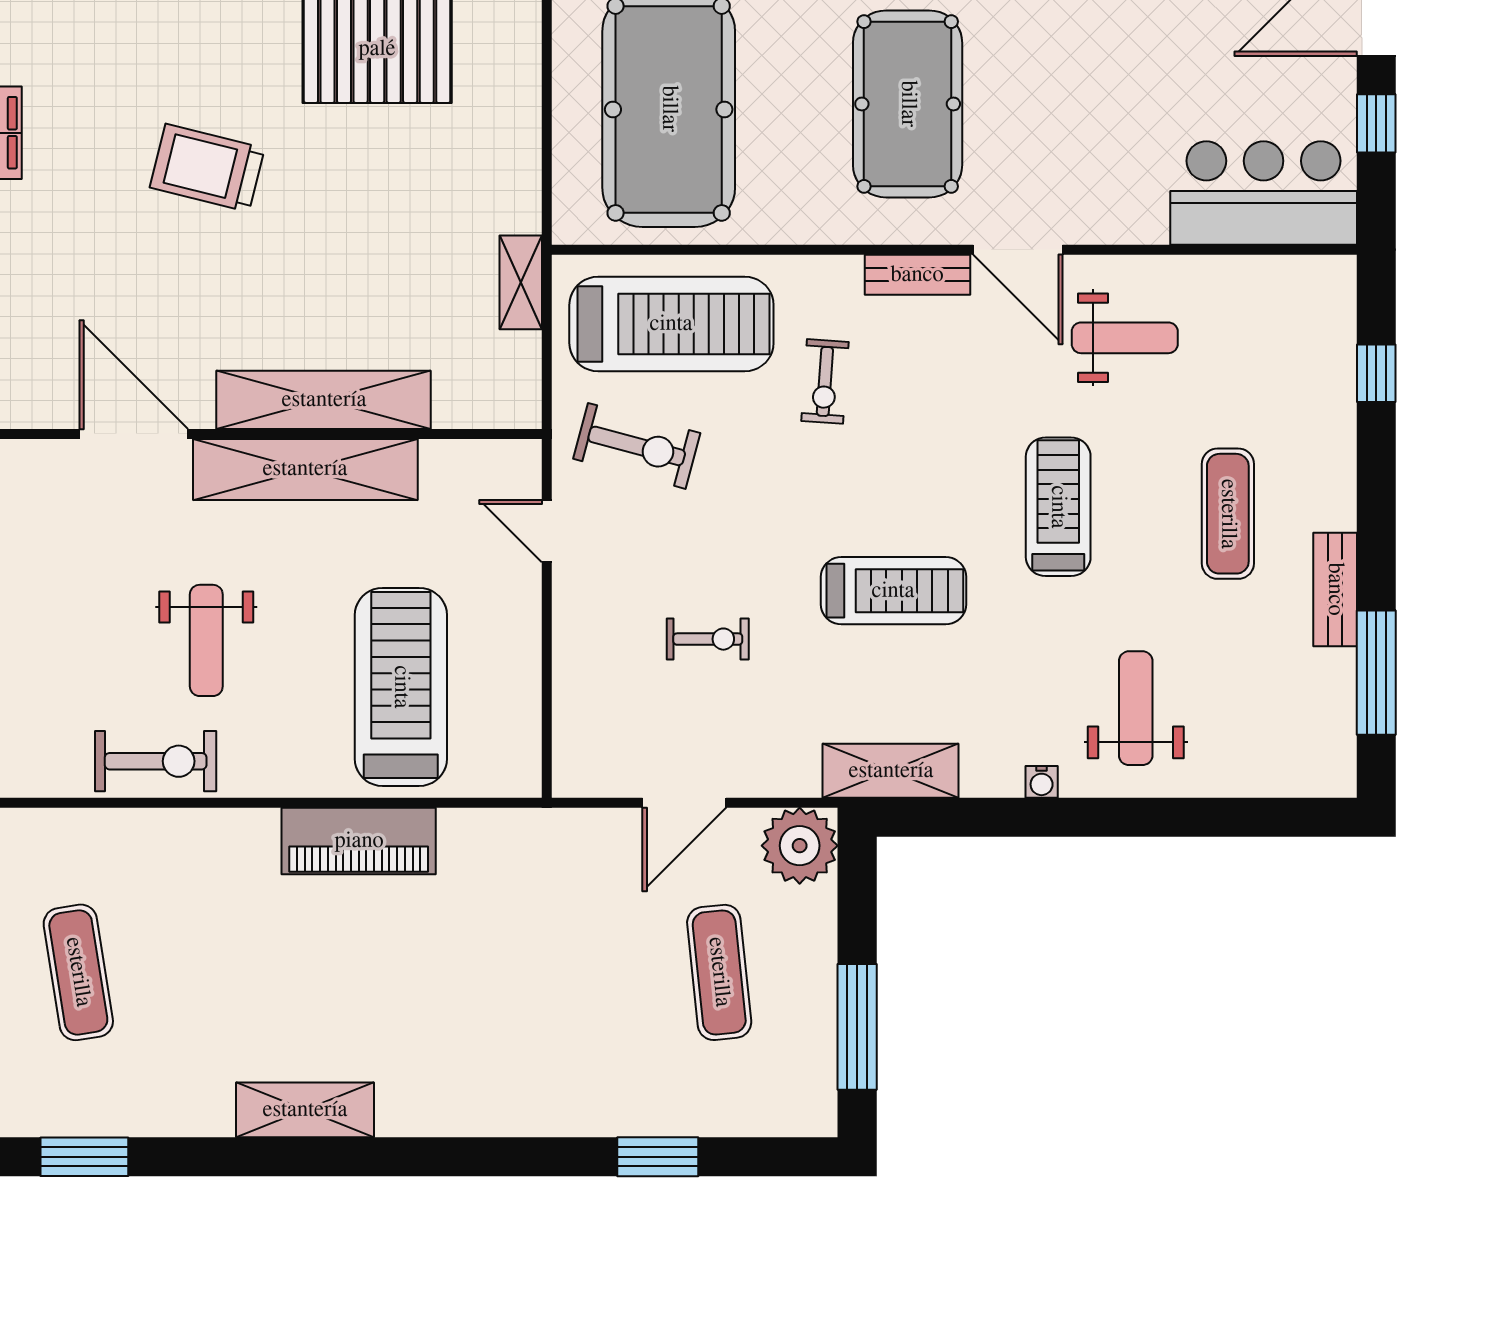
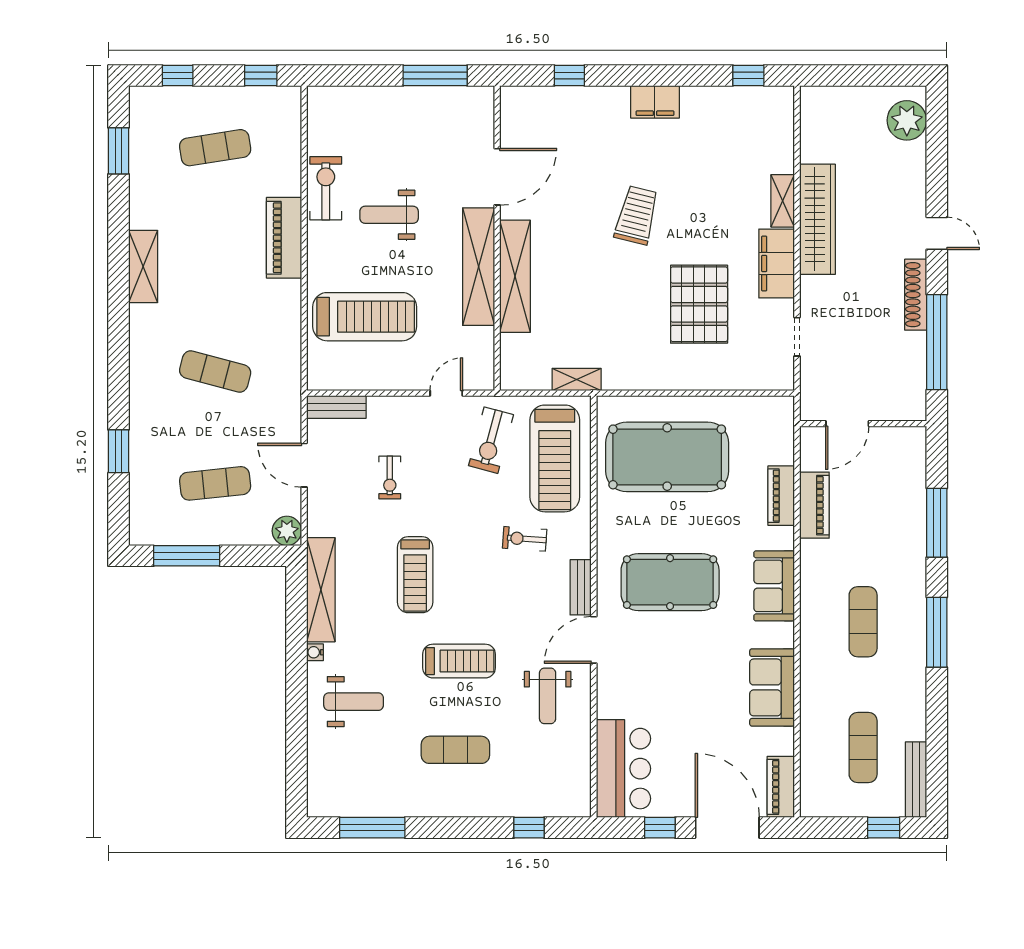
bench: (1335, 589) -> (336, 407), moved
exercise bike: (156, 761) -> (326, 188), turned 180
shelving: (891, 771) -> (321, 590), width x1.47
piano: (359, 841) -> (284, 238), moved
plant: (800, 846) -> (287, 531), width x0.73, depth x0.73
exercise mat: (506, 972) -> (215, 372), added

